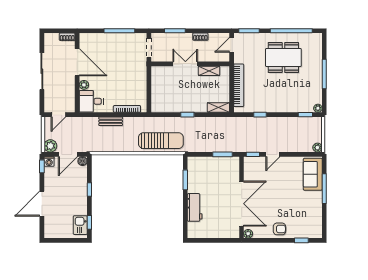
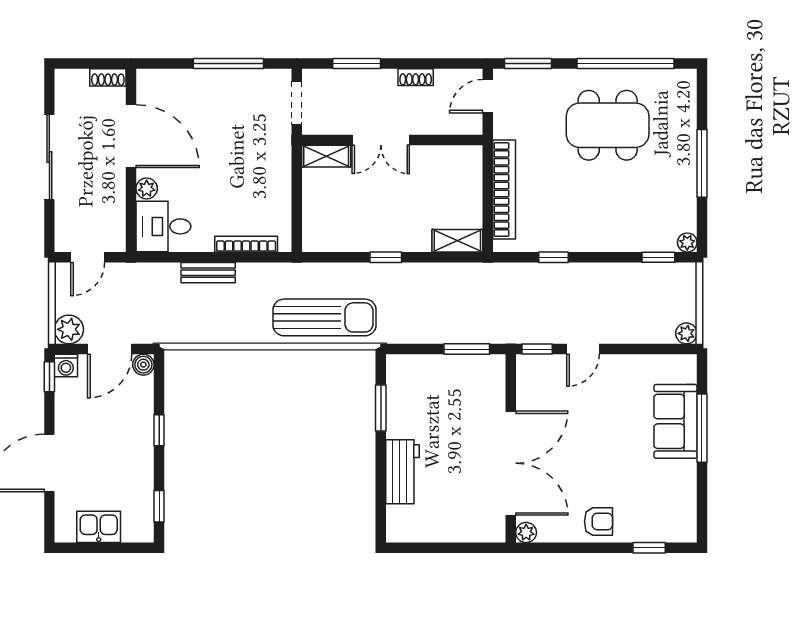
double door: (185, 64) -> (381, 140), swing flipped
shelving: (209, 71) -> (326, 156), moved
sofa: (313, 174) -> (675, 421), moved
kitchen sink: (80, 225) -> (99, 527), moved, turned 90

